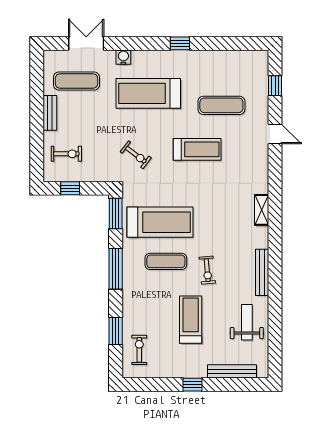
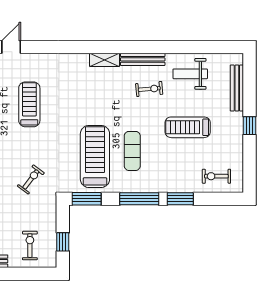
treadmill: (197, 149) -> (29, 104), moved
shelving: (262, 210) -> (105, 60), moved
exercise bike: (207, 270) -> (149, 89), moved
window: (116, 331) -> (180, 199), moved

